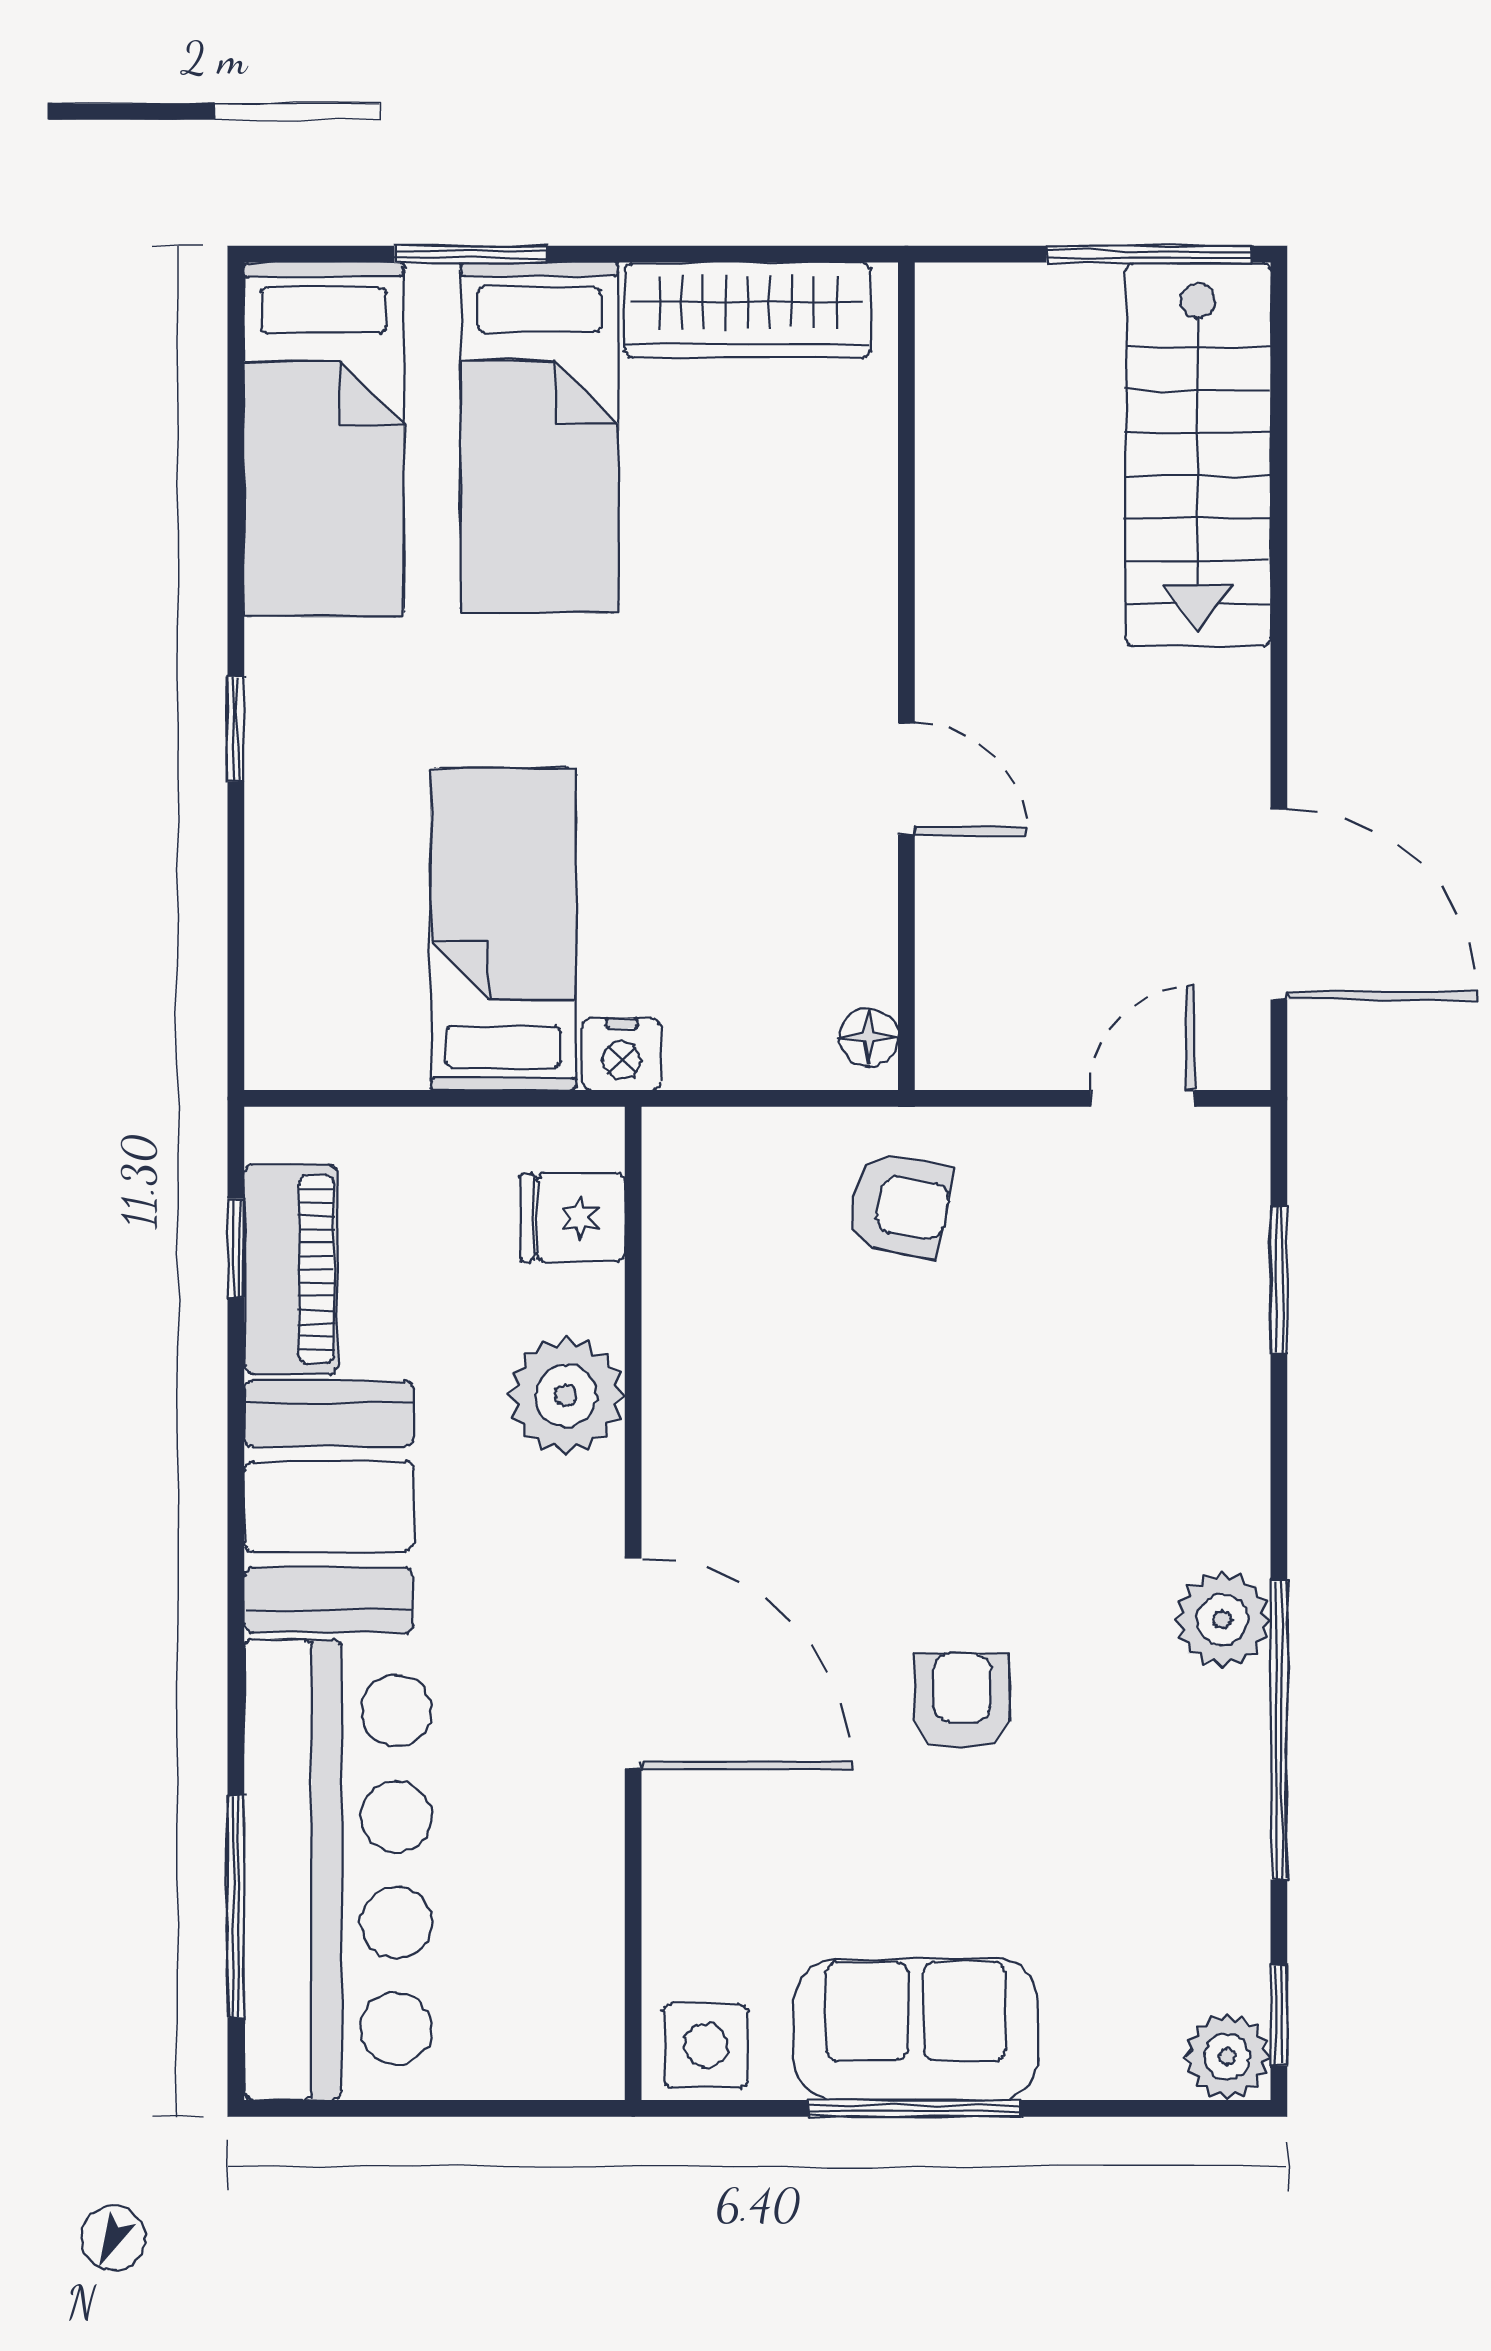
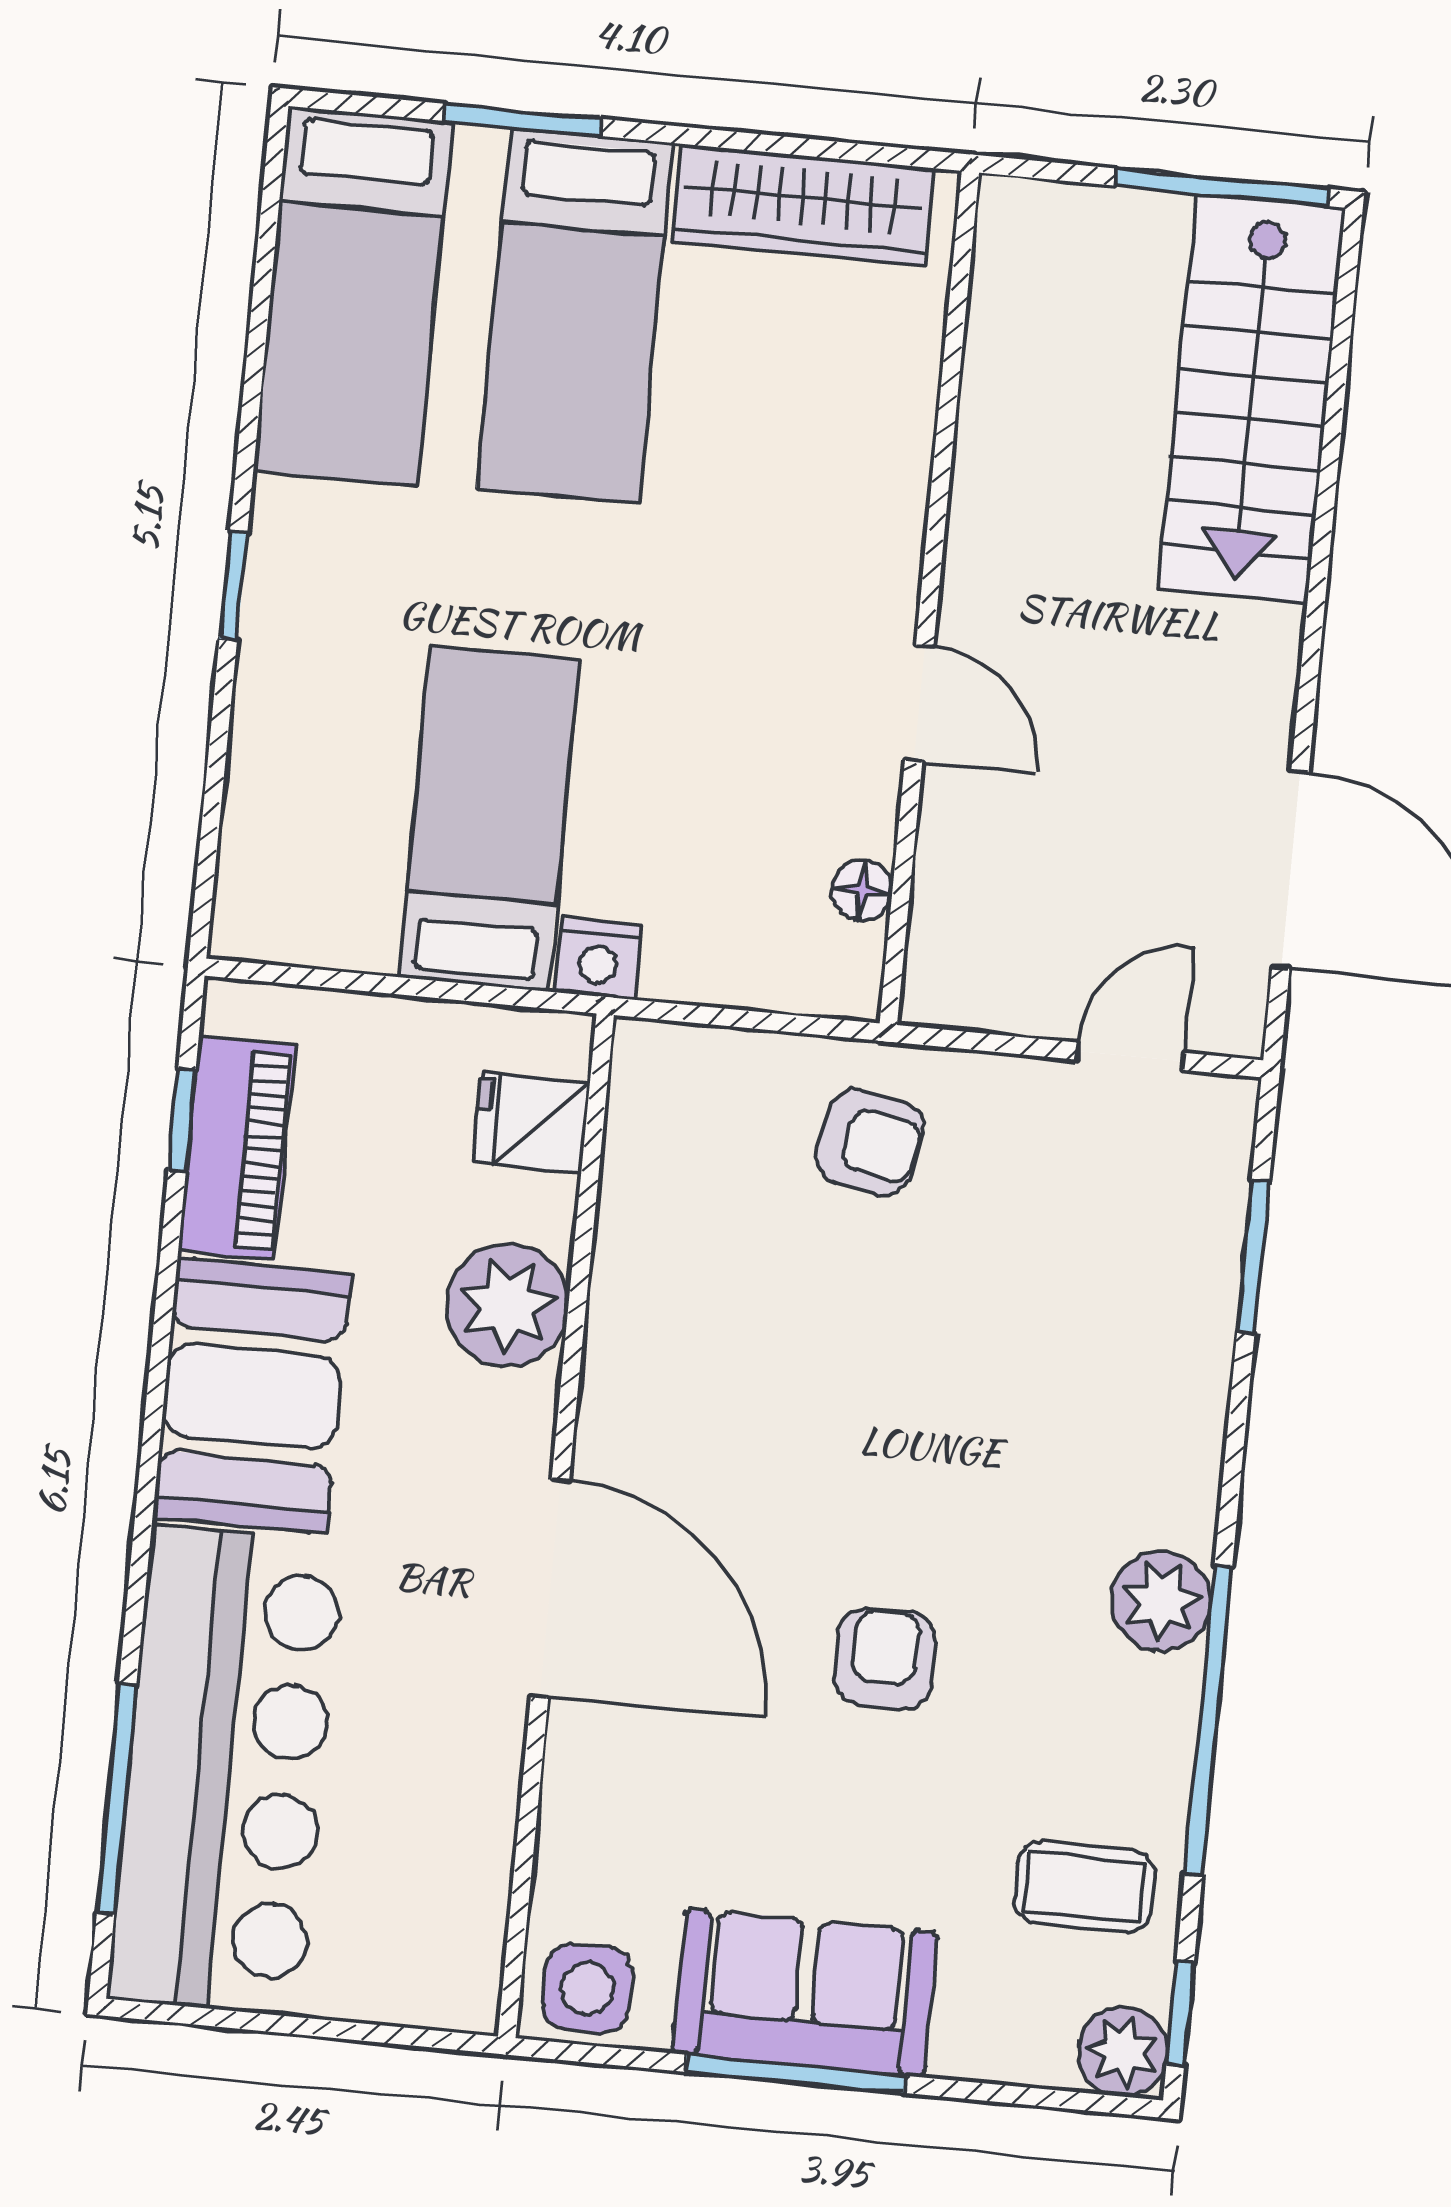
floor lamp: (869, 1037) -> (862, 890), moved
coffee table: (1175, 1902) -> (1084, 1887), added

